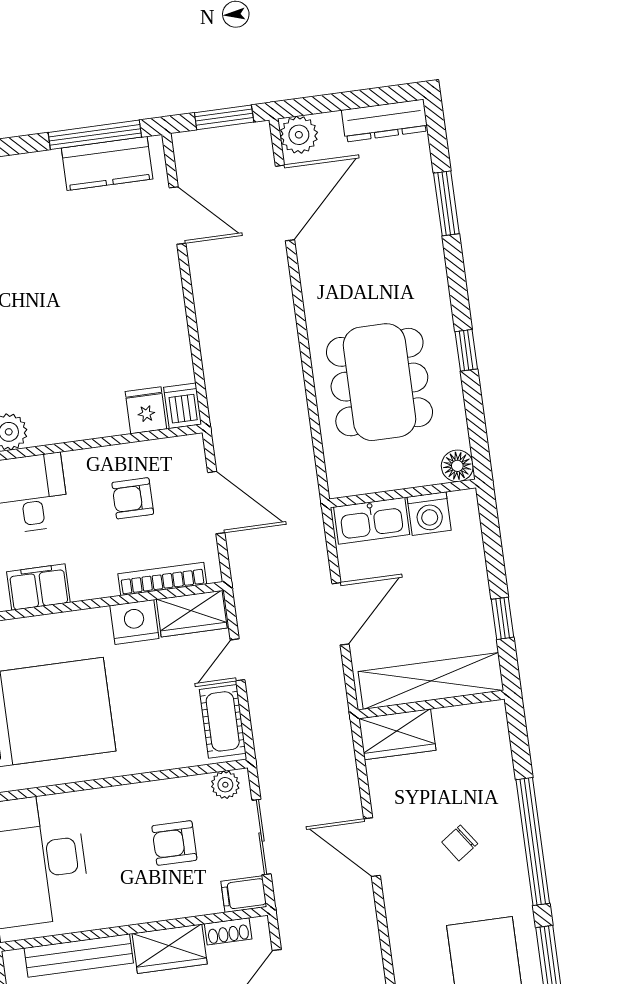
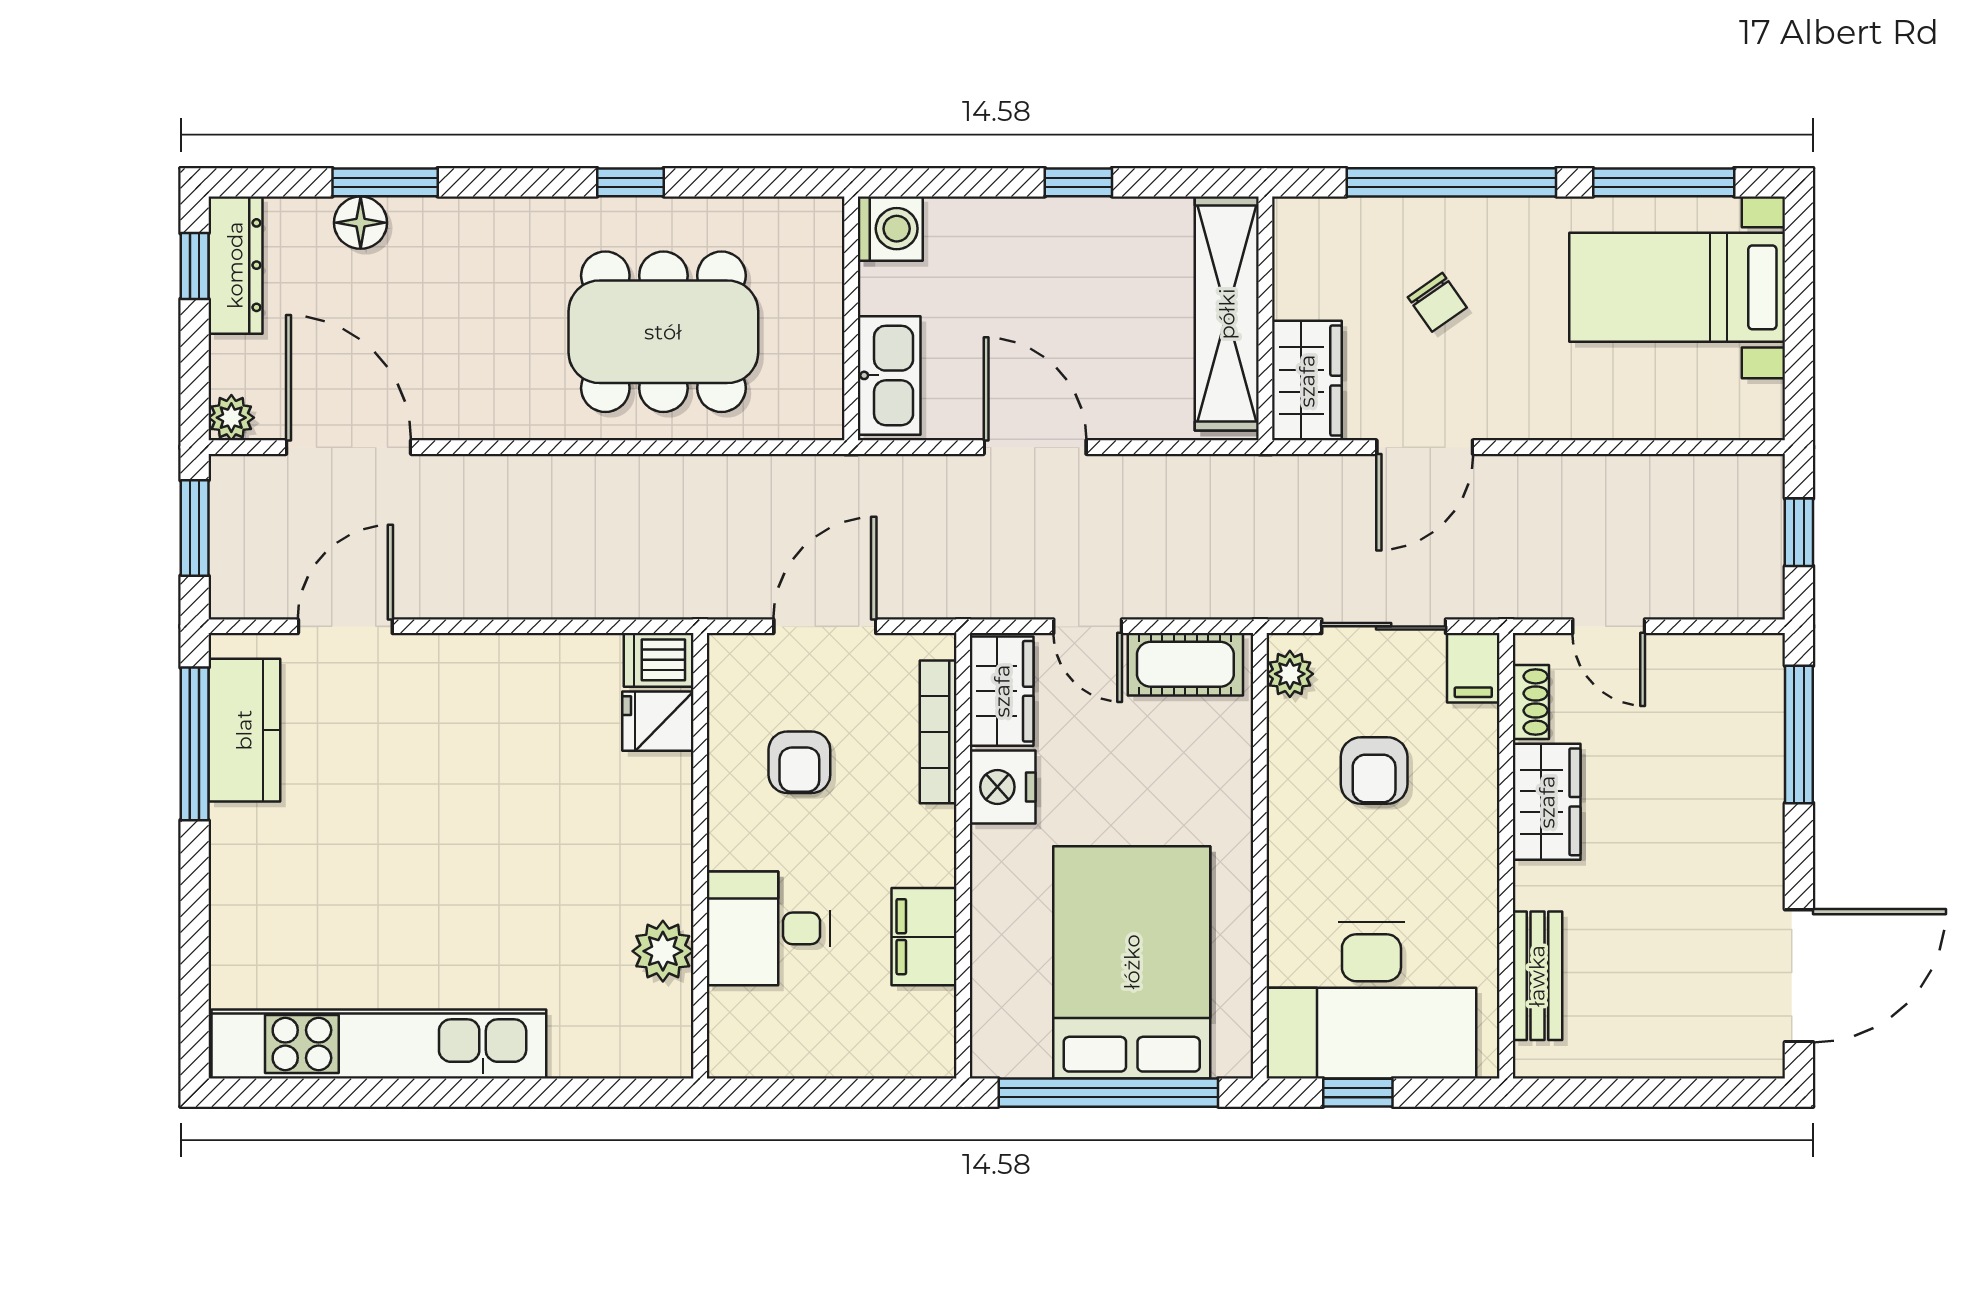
window: (381, 96) -> (195, 266), added
plant: (299, 135) -> (231, 418), width x0.73, depth x0.73
floor lamp: (457, 466) -> (361, 223), moved
washing machine: (429, 514) -> (890, 229), moved
shelving: (431, 681) -> (1227, 314), moved
wall: (431, 704) -> (1265, 318), moved
wardrobe: (397, 734) -> (1307, 381), moved
bench: (79, 956) -> (1537, 976), width x0.73

